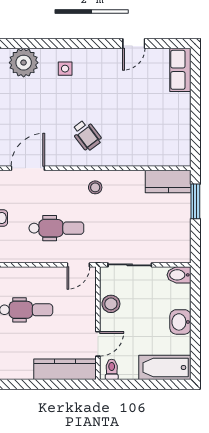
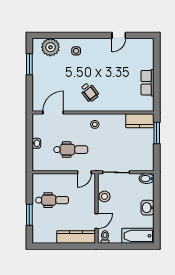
row of seats: (180, 70) -> (147, 83), moved

